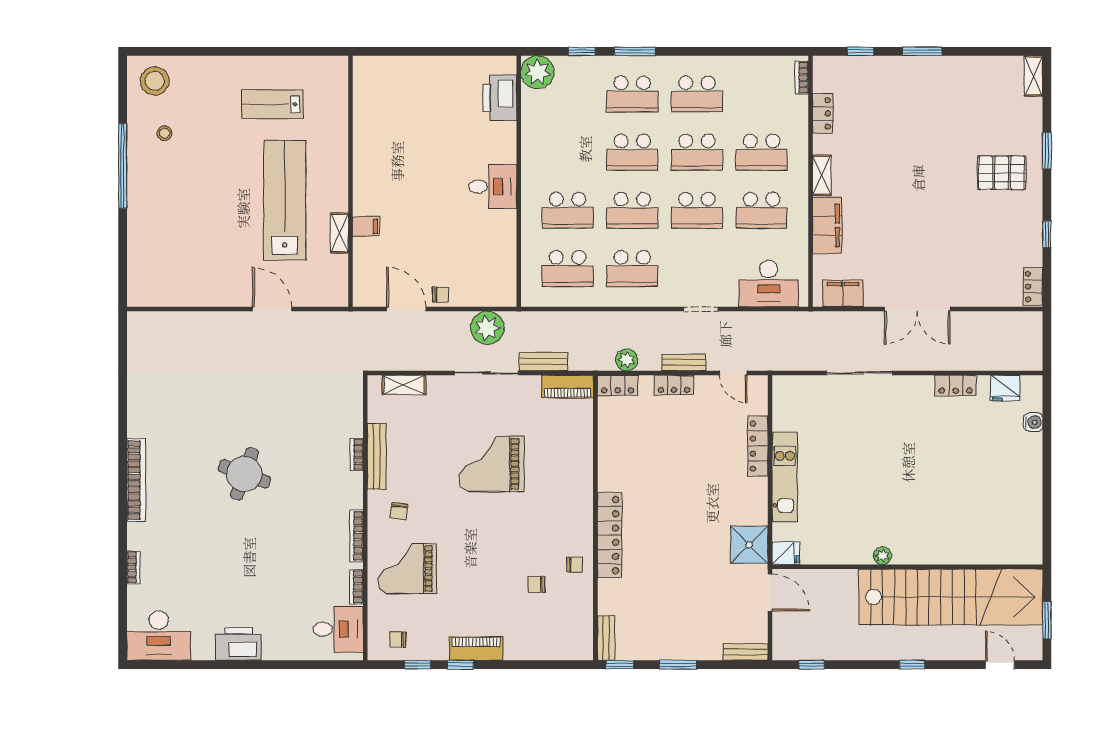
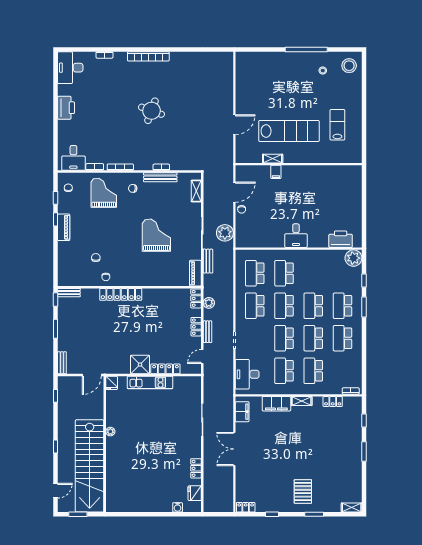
shower: (749, 545) -> (140, 365), moved

